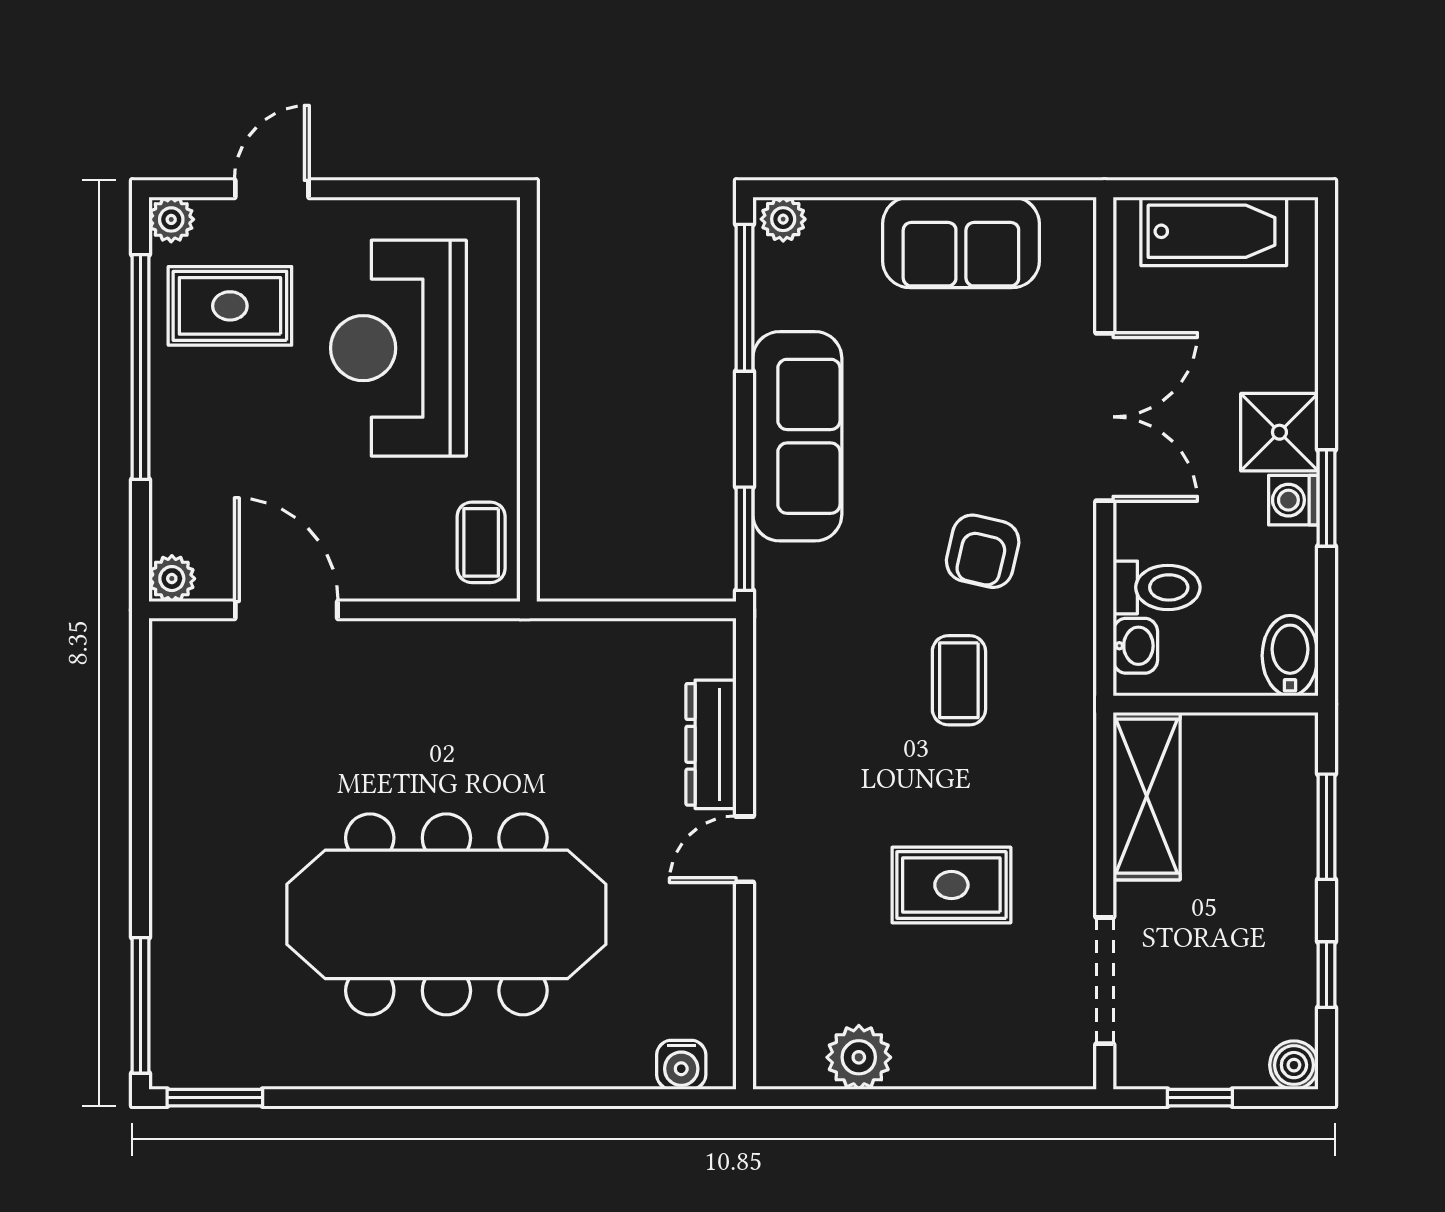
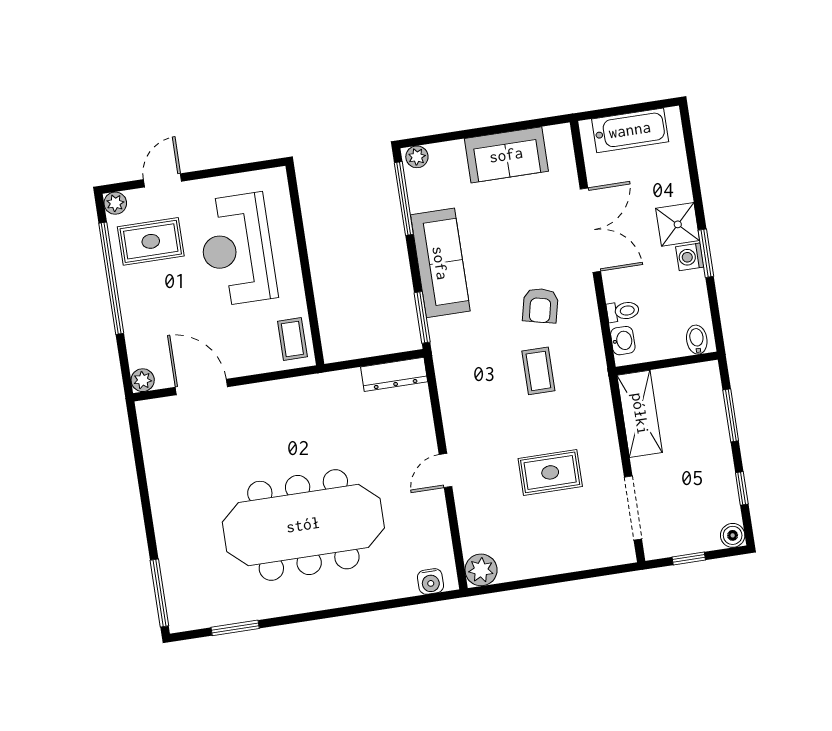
toilet: (1157, 587) -> (623, 311), width x0.73, depth x0.72
bidet: (1290, 656) -> (697, 340), width x0.72, depth x0.74
dresser: (711, 744) -> (394, 374), moved, turned -90
plant: (859, 1057) -> (481, 570), moved
window: (215, 1098) -> (235, 628), moved

